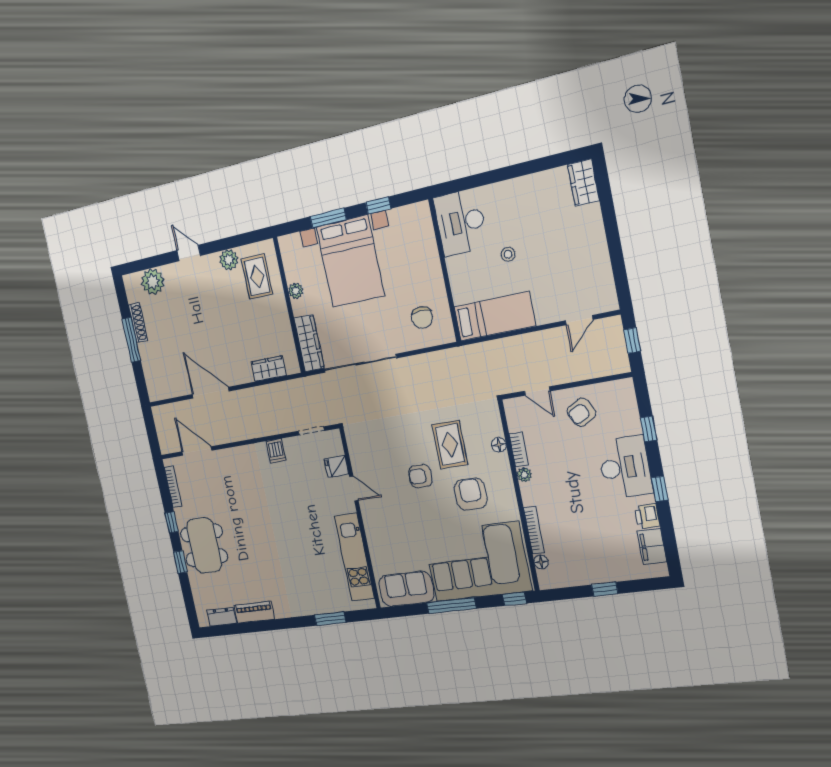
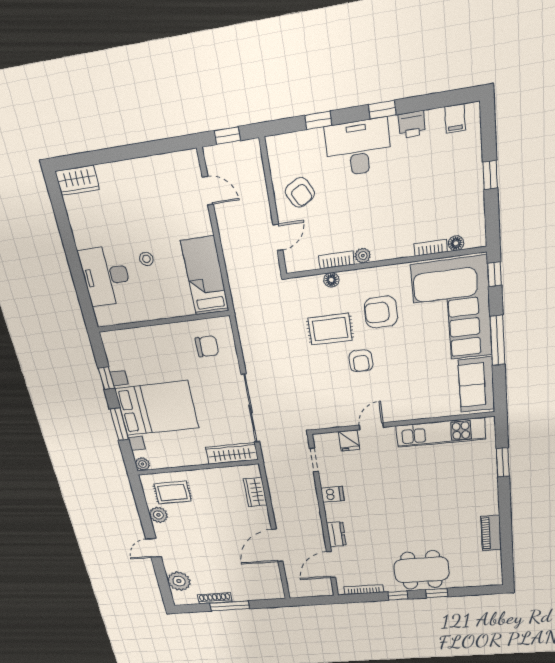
desk: (461, 222) -> (106, 276), moved, turned 90
plant: (296, 291) -> (142, 464), moved
bookcase: (534, 530) -> (431, 248), width x0.64
filing cabinet: (652, 546) -> (455, 118), width x0.50
dresser: (222, 617) -> (336, 534), moved, turned 180

